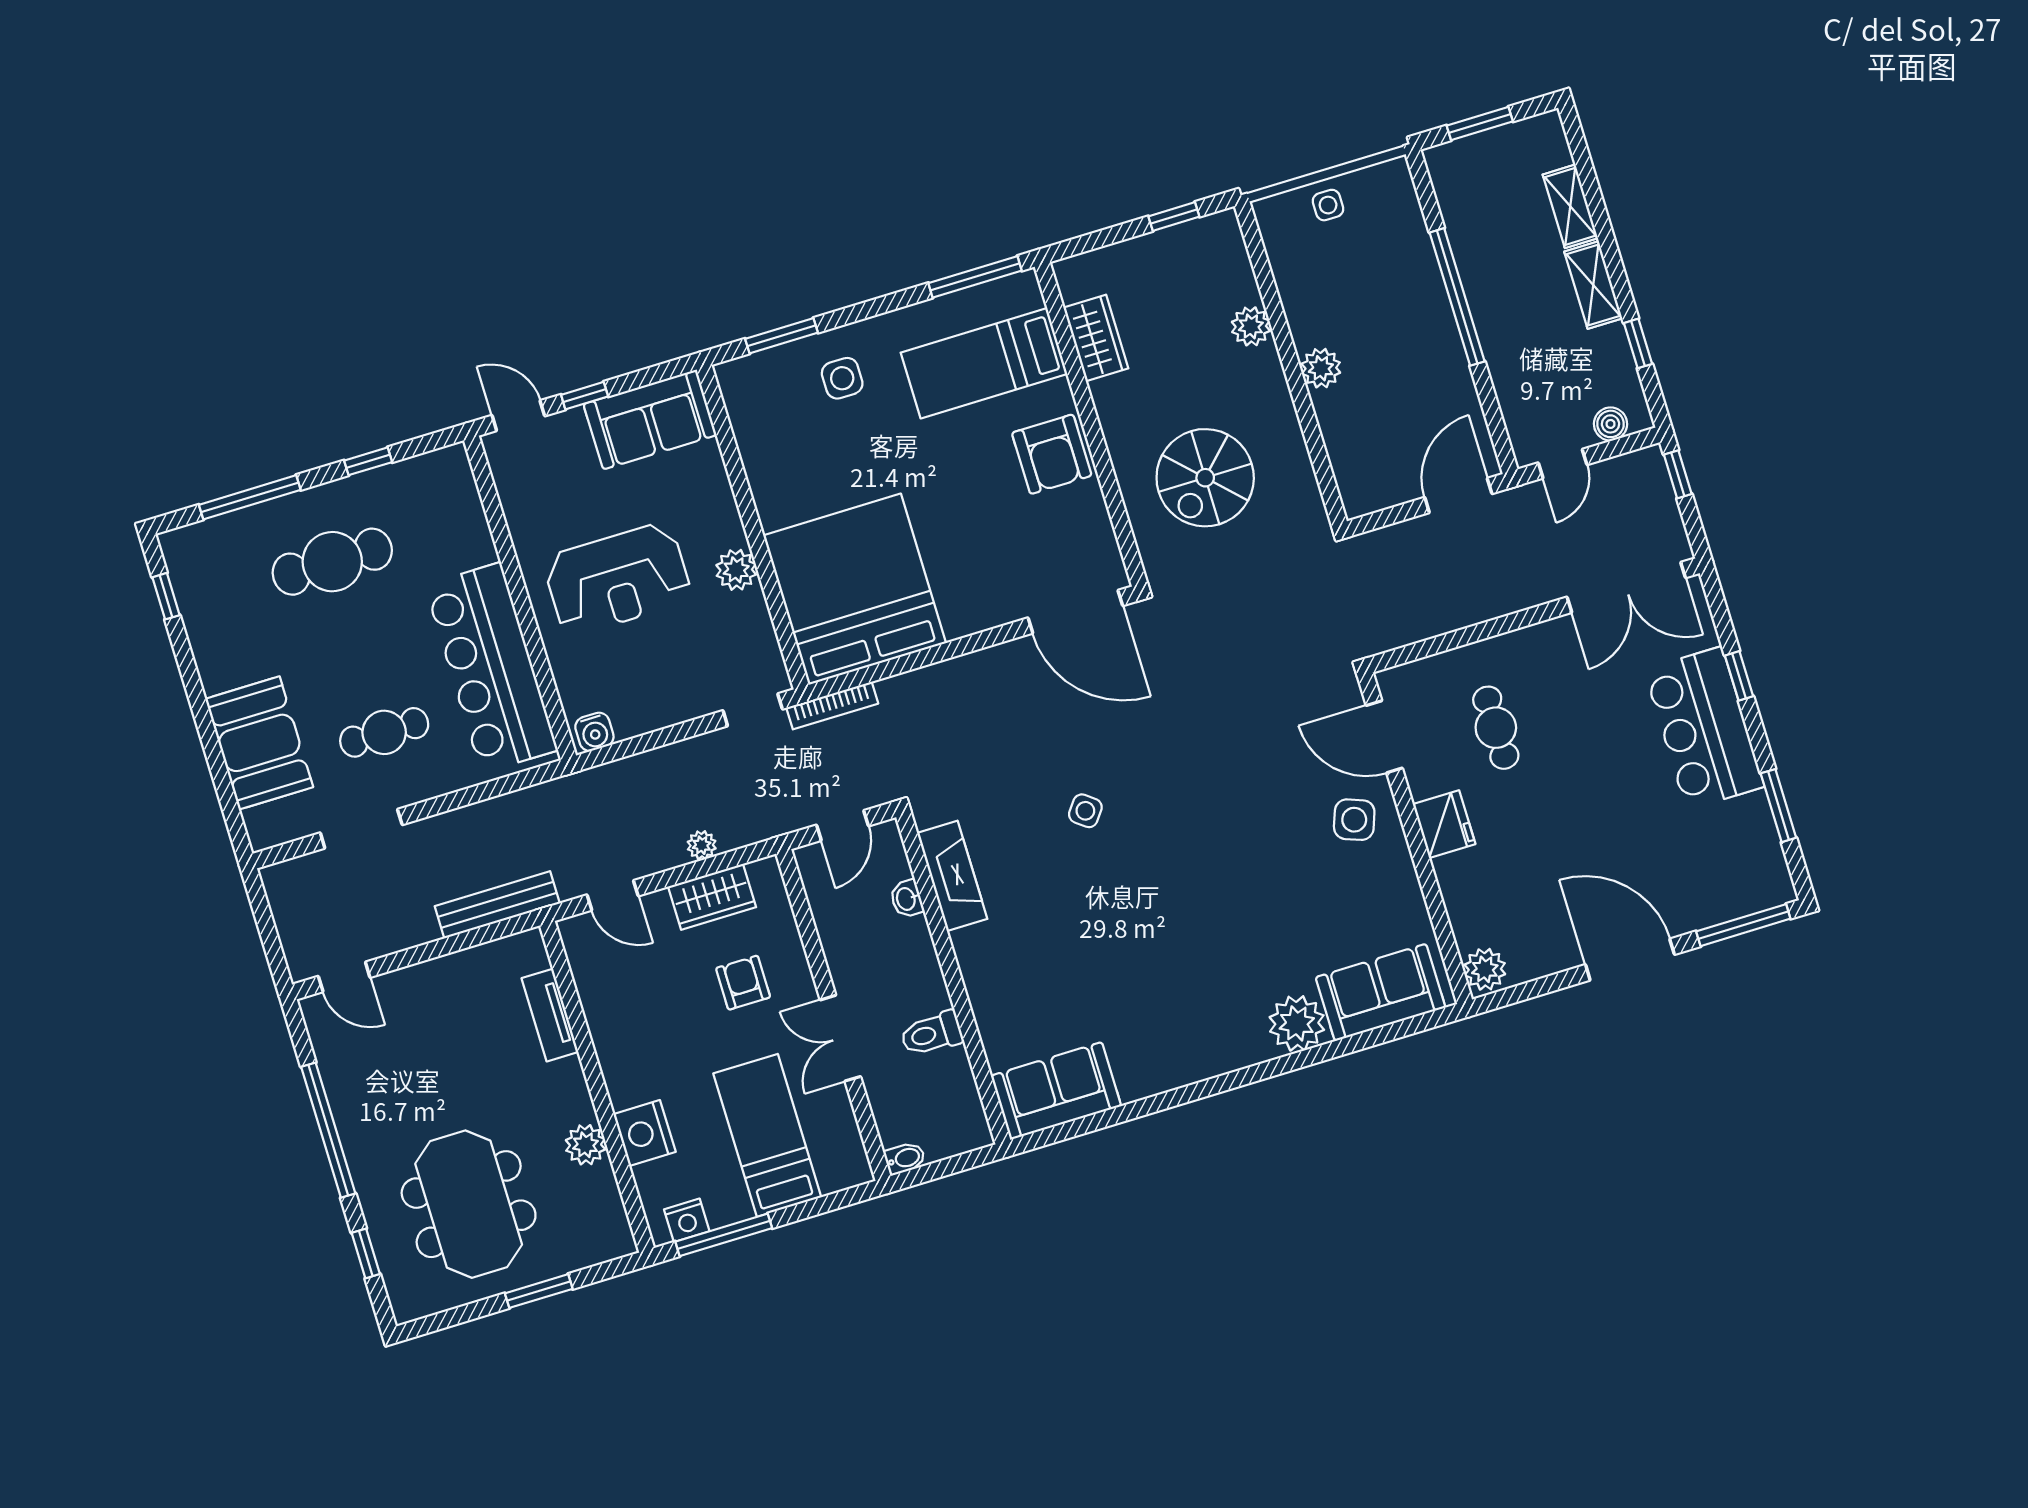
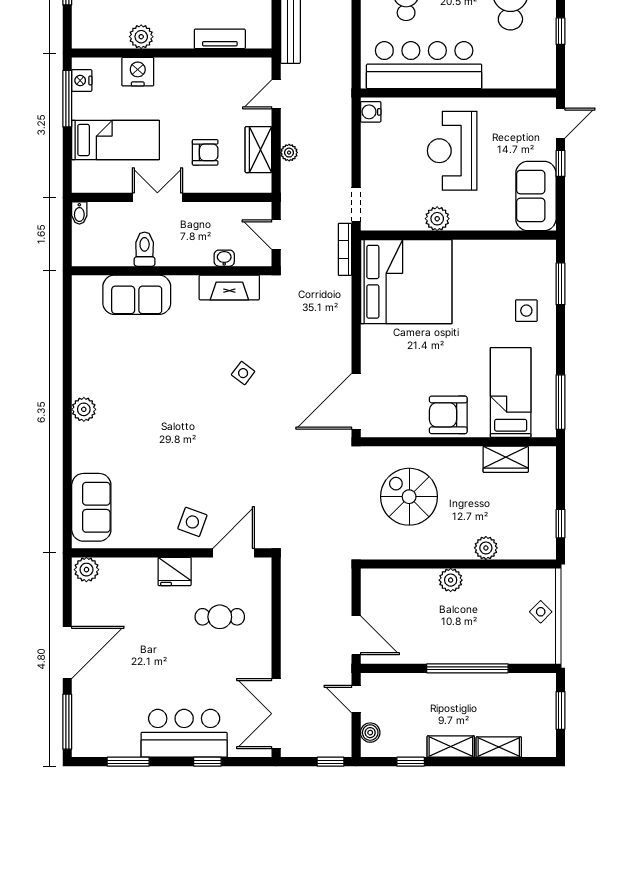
side table: (1328, 205) -> (541, 612), turned 45
plant: (1297, 1023) -> (84, 409), moved, width x0.73, depth x0.73
sofa: (1056, 1091) -> (137, 295), moved, turned 90

